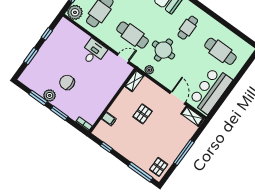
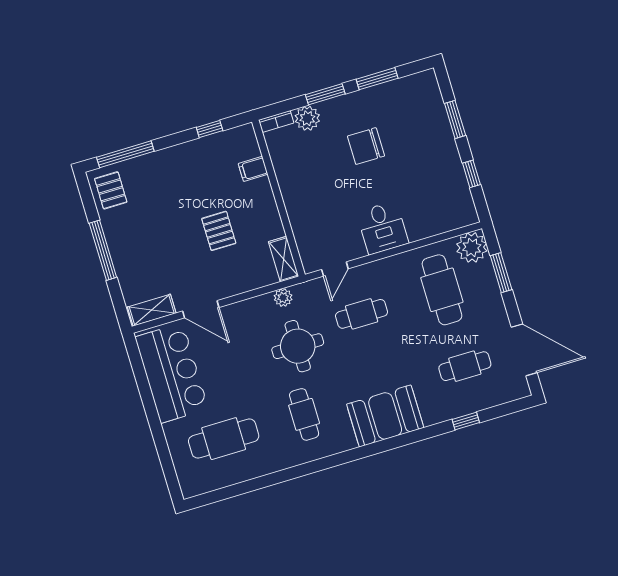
cafe table: (133, 35) -> (362, 314), width x0.73, depth x0.74
chair: (67, 82) -> (366, 146), turned 180
plant: (50, 95) -> (307, 118), moved

